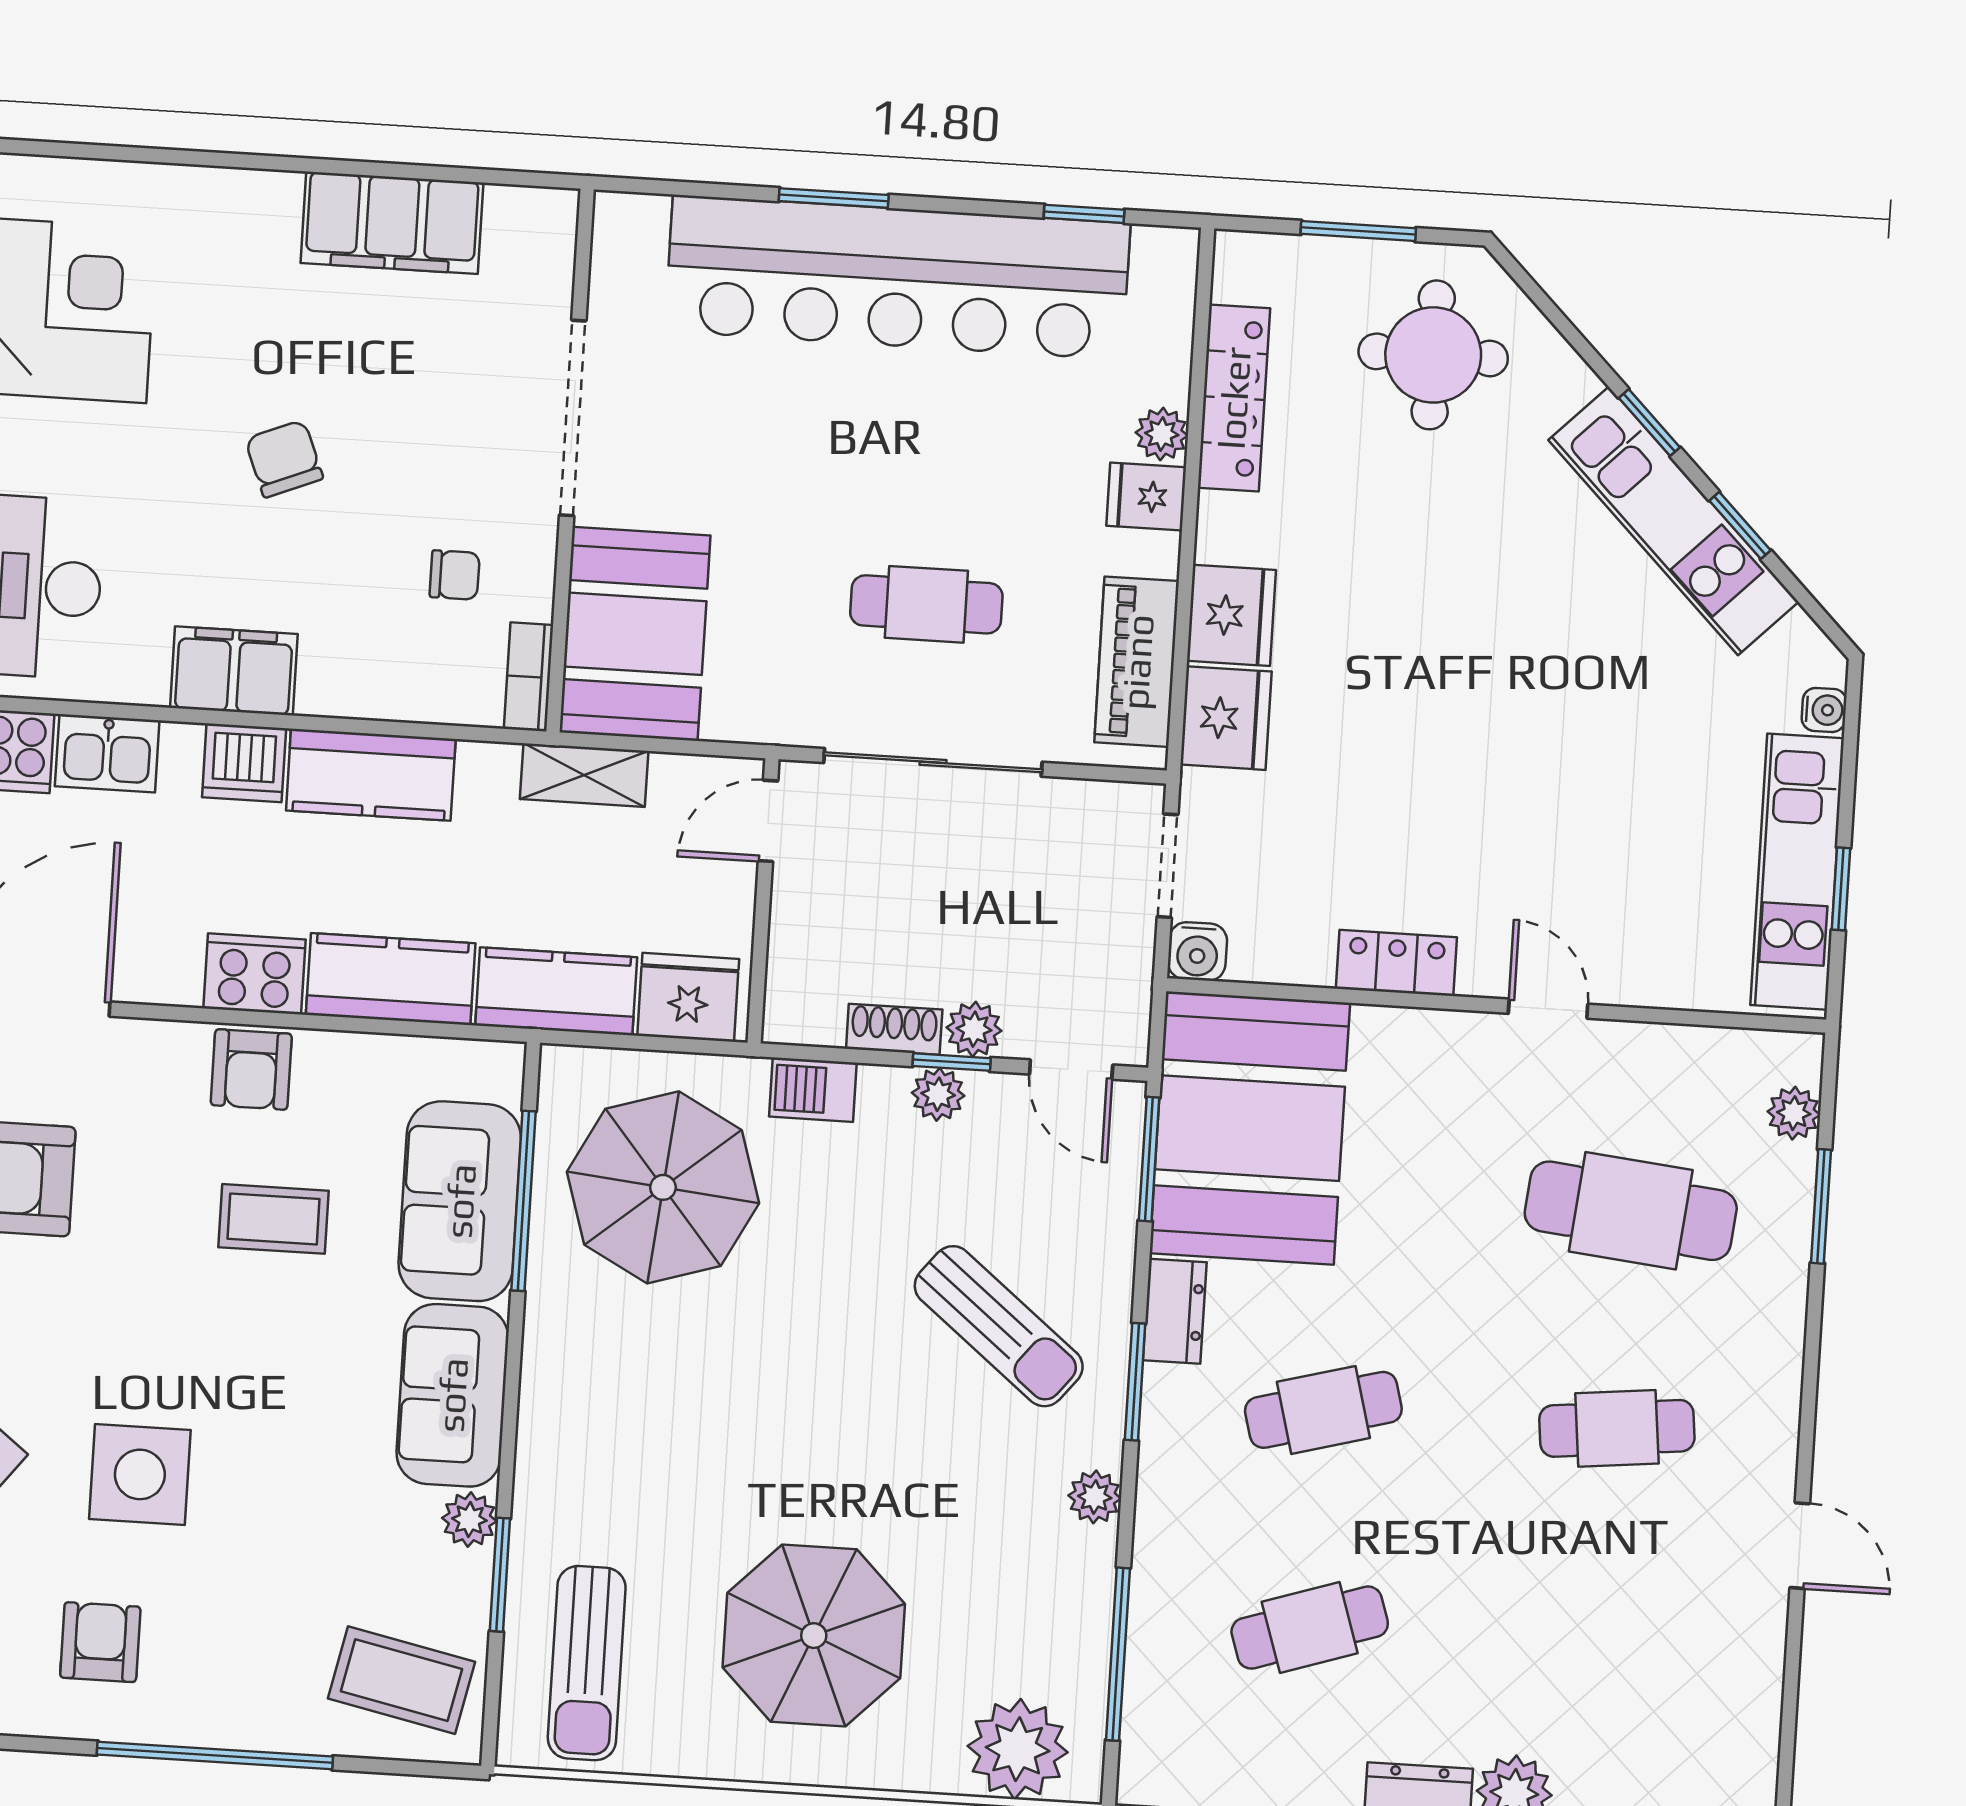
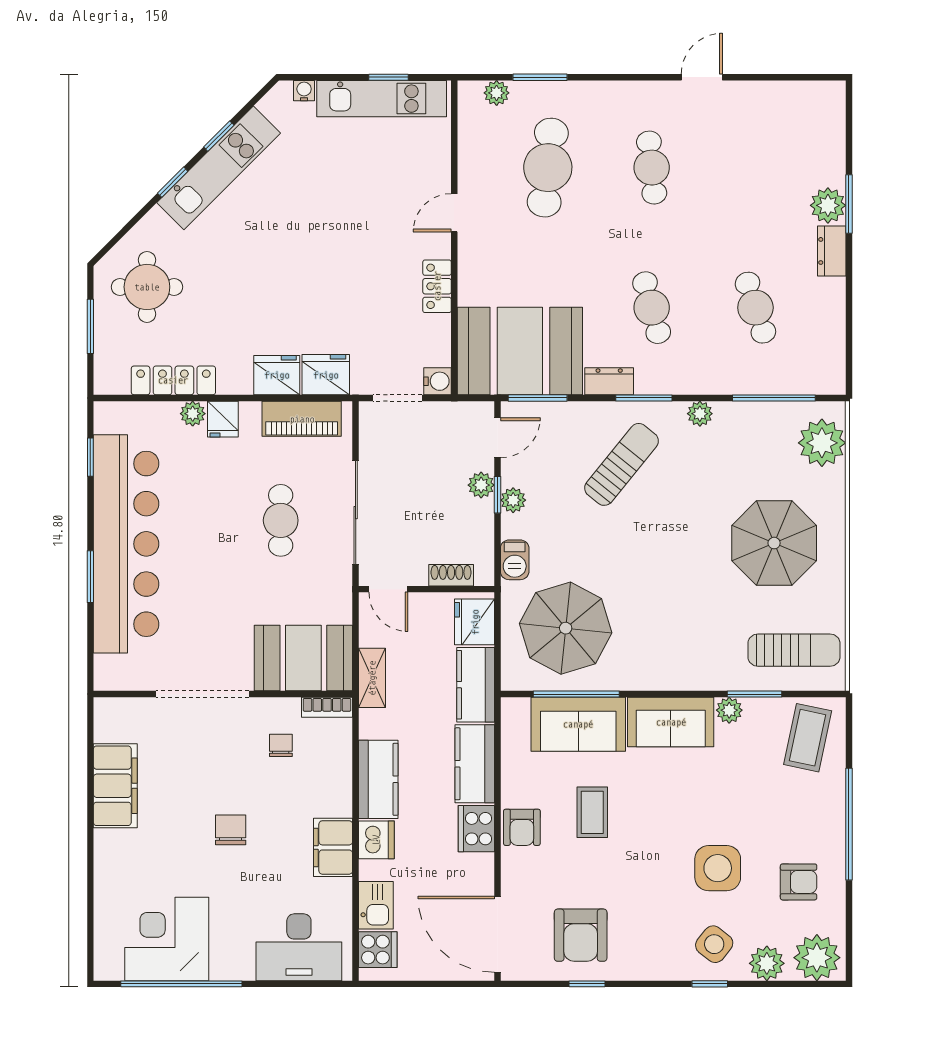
chair: (284, 459) -> (231, 830), turned 112
shoe rack: (894, 1029) -> (451, 575), moved, turned 90
armchair: (251, 1069) -> (522, 827), turned 90
armchair: (100, 1642) -> (799, 882), turned 180

